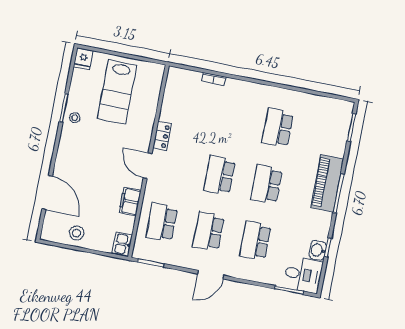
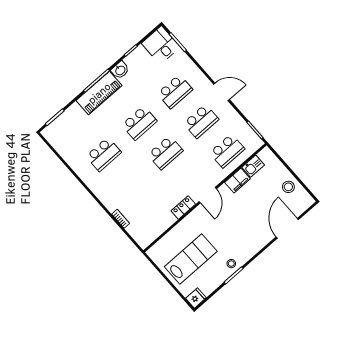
kitchen sink: (122, 244) -> (253, 166), moved
washbasin: (318, 250) -> (120, 70), moved

